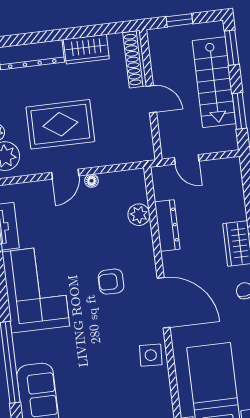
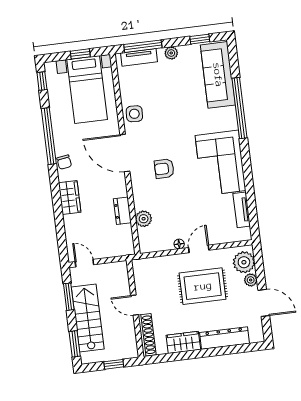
door: (187, 159) -> (84, 263), moved
dresser: (167, 225) -> (122, 211), width x0.70
armchair: (111, 282) -> (164, 169), turned 180

